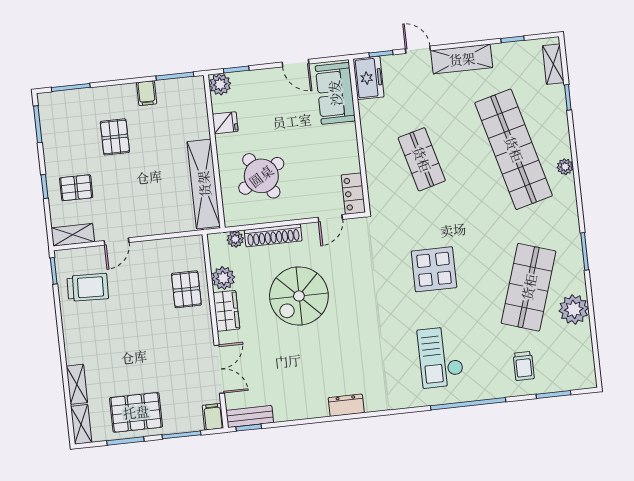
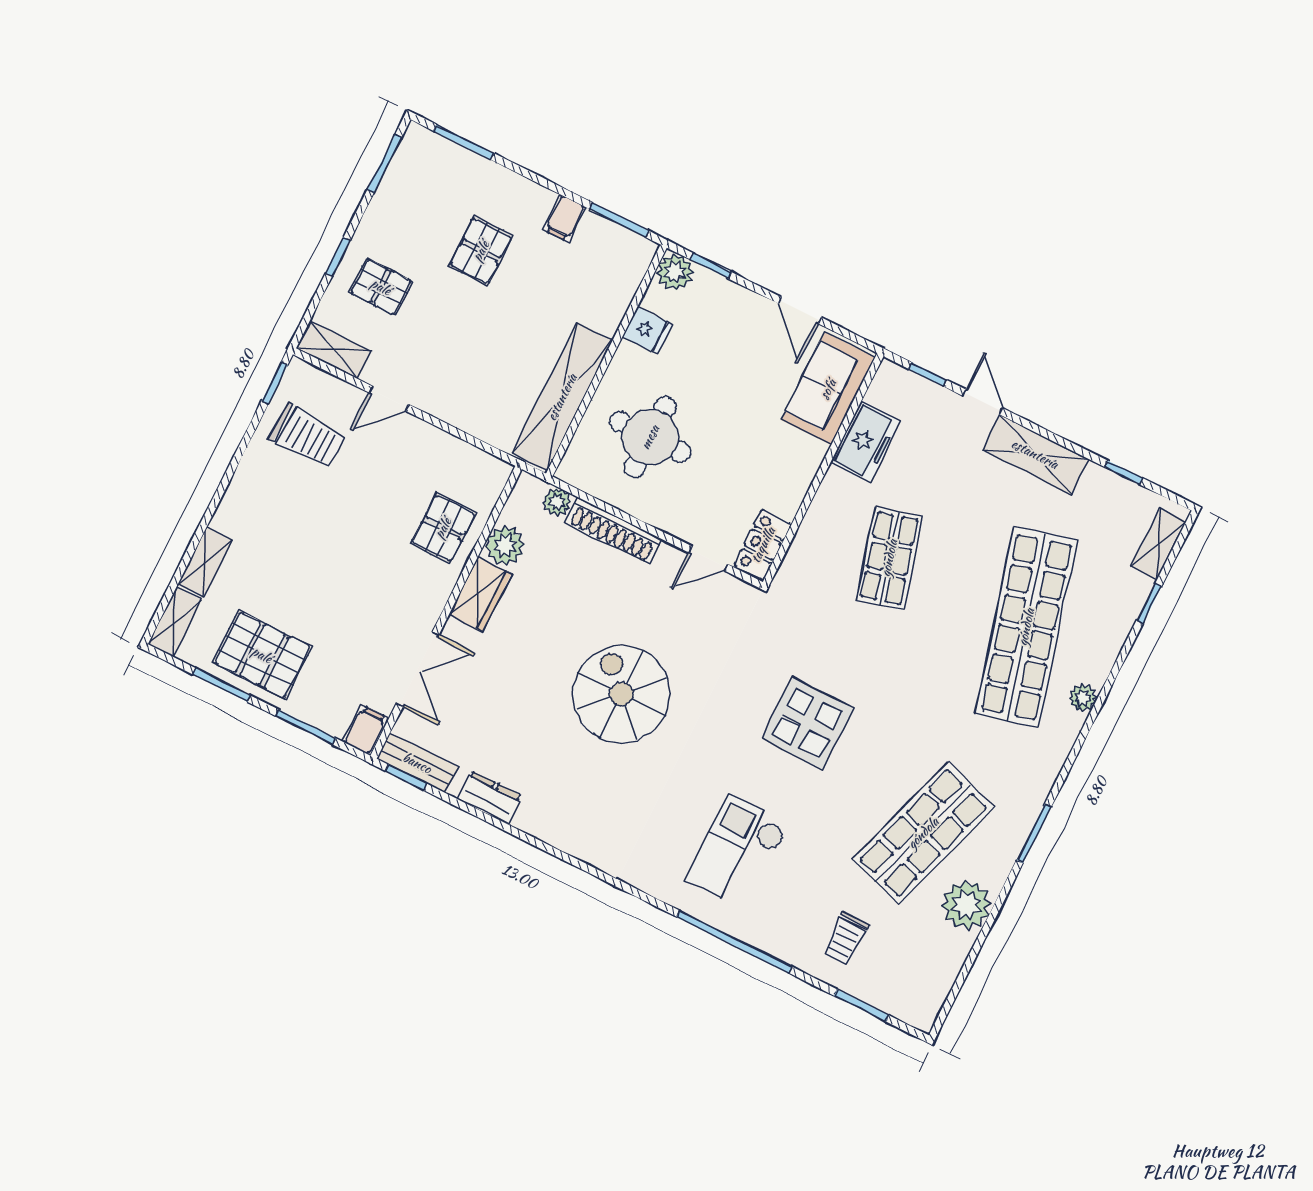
freezer: (368, 78) -> (866, 442), moved
round table: (261, 176) -> (650, 437), turned 31
spiral stairs: (299, 296) -> (621, 694), moved, turned 90
dresser: (346, 405) -> (490, 798), moved

